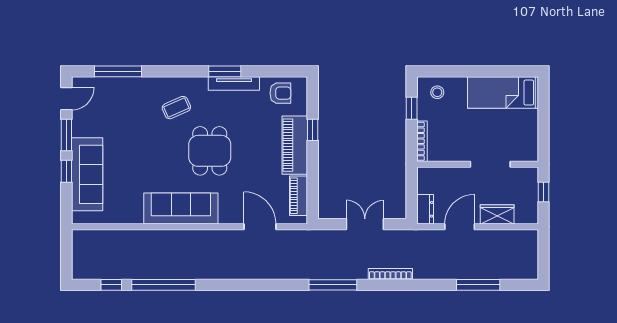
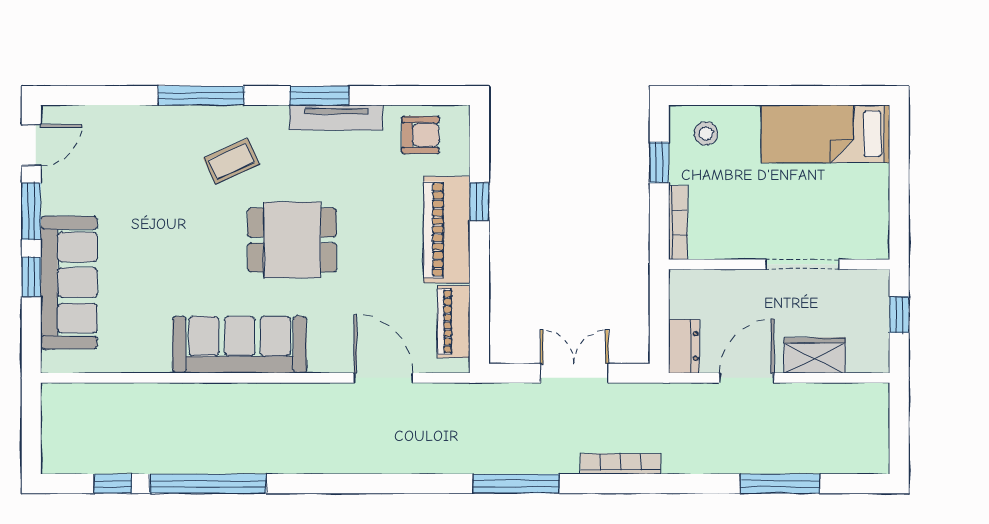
window: (118, 71) -> (201, 96), moved
dining table: (210, 151) -> (292, 240), turned 90

